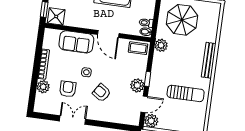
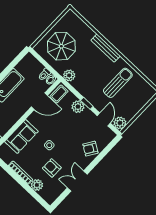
door: (108, 34) -> (39, 101), moved
plant: (137, 85) -> (78, 107), moved
armchair: (102, 93) -> (90, 149), moved

